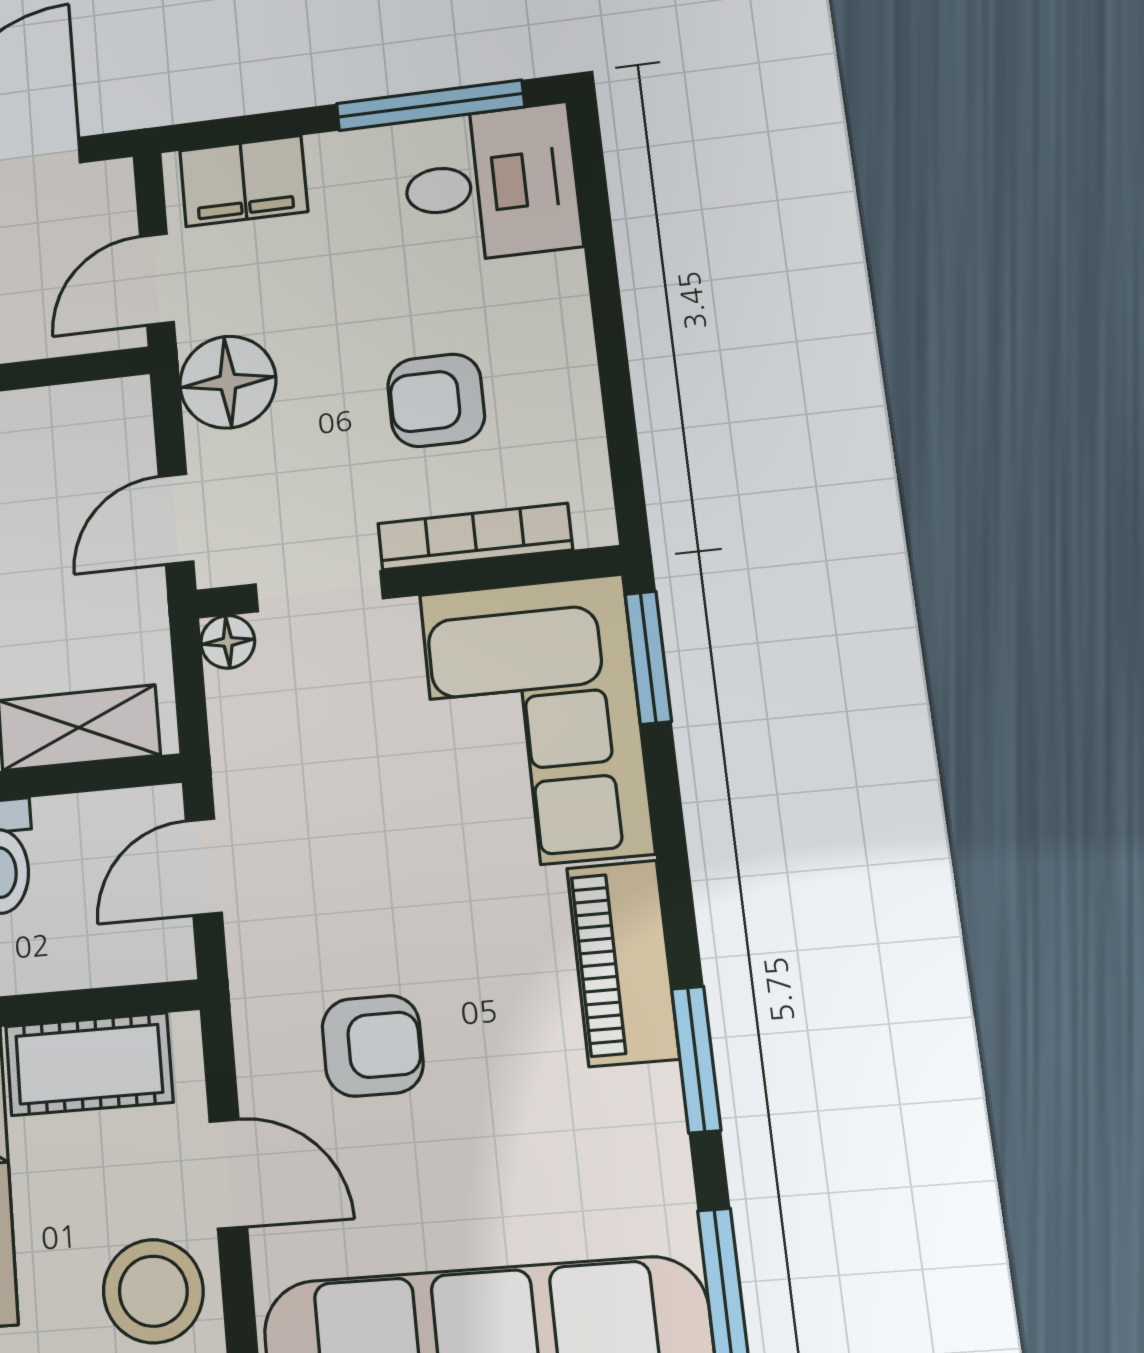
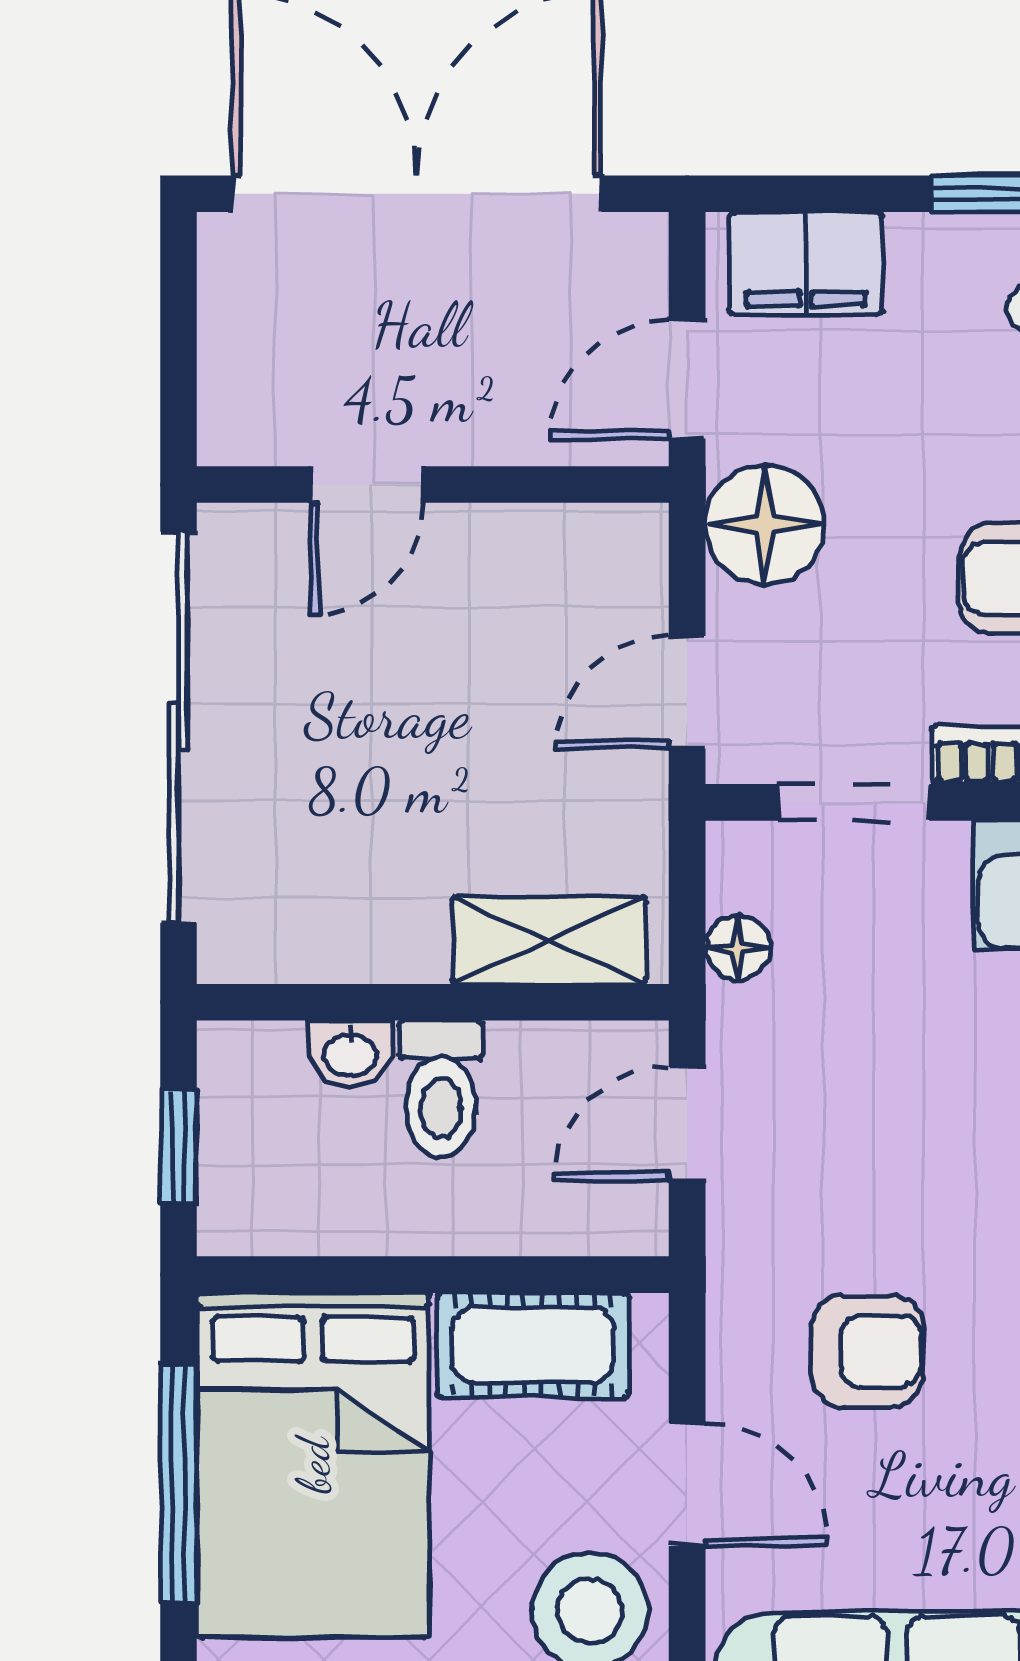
floor lamp: (228, 642) -> (738, 948), moved

